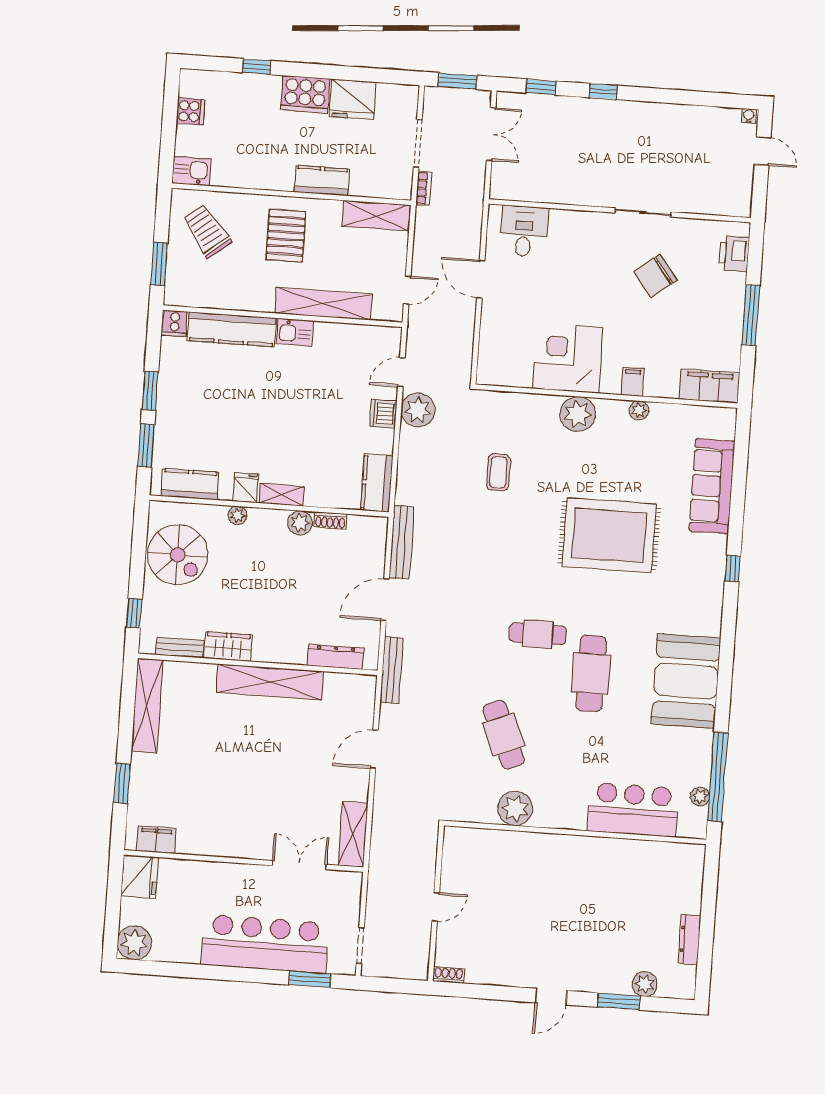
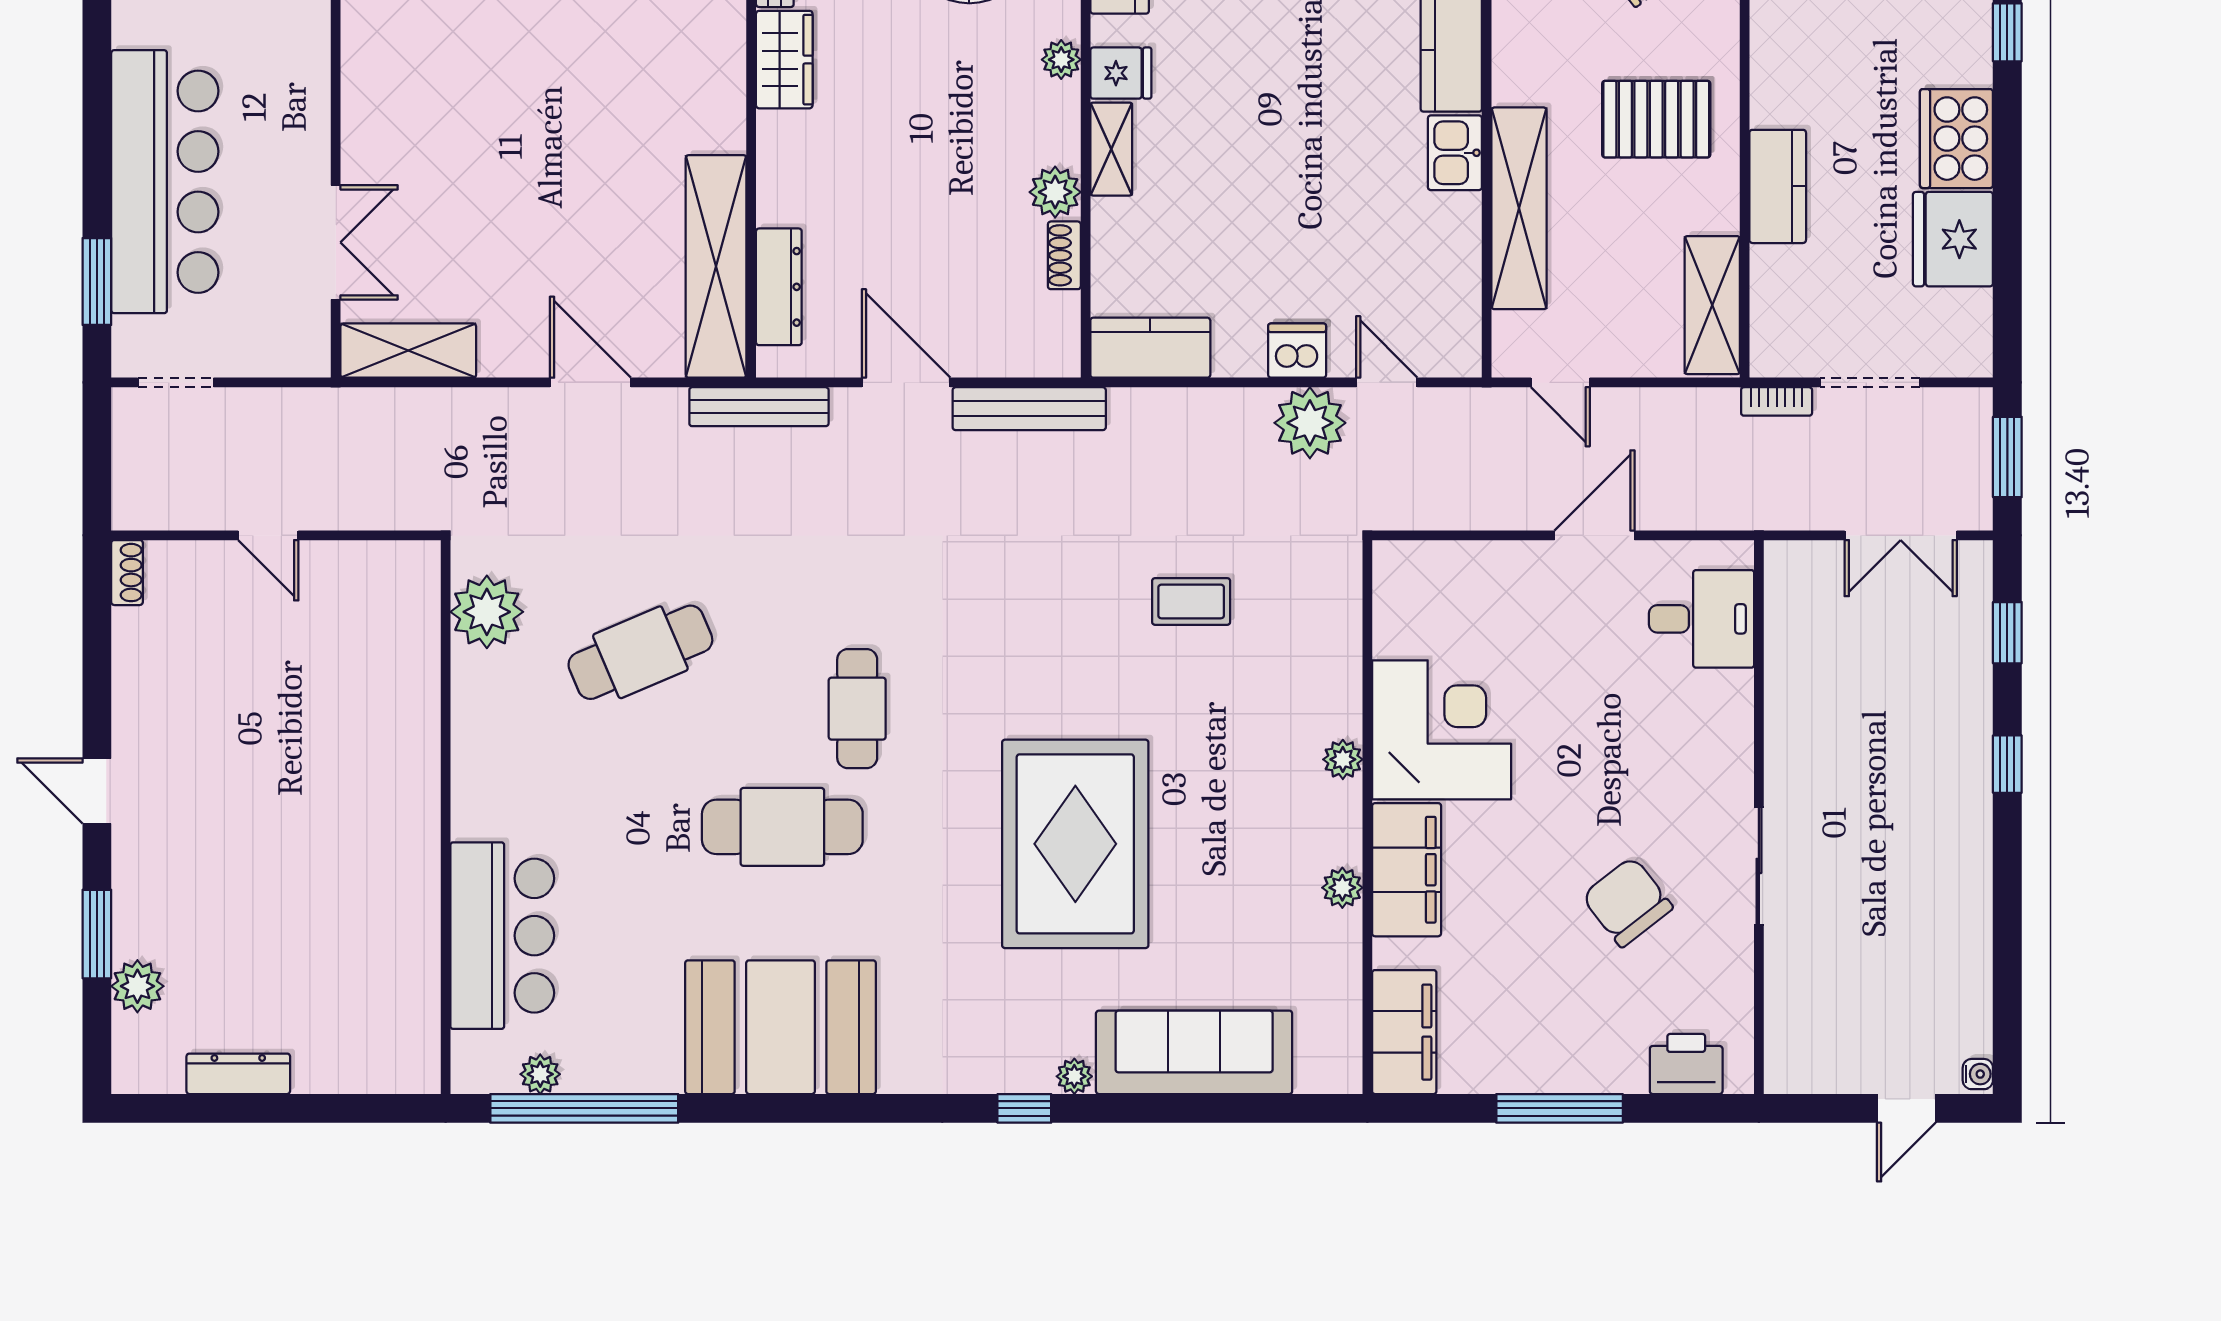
filing cabinet: (632, 382) -> (1407, 870), width x3.00, depth x1.17
plant: (578, 414) -> (1343, 759), width x0.53, depth x0.53
plant: (719, 544) -> (1074, 1076), added
shelving: (270, 682) -> (716, 266), moved
plant: (515, 809) -> (487, 612), moved

